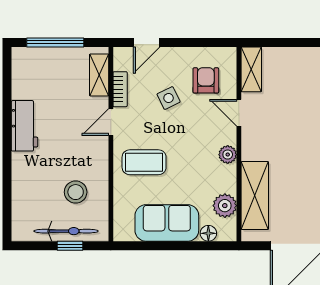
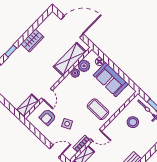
plant: (228, 155) -> (75, 73), moved

